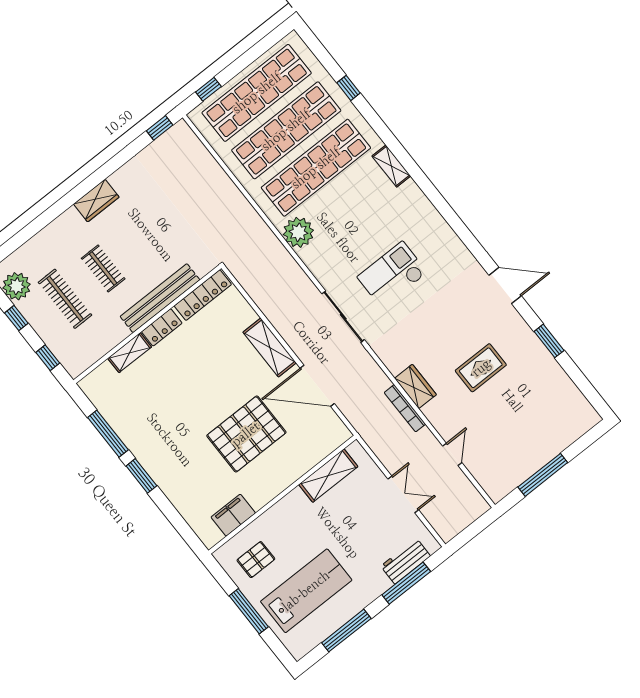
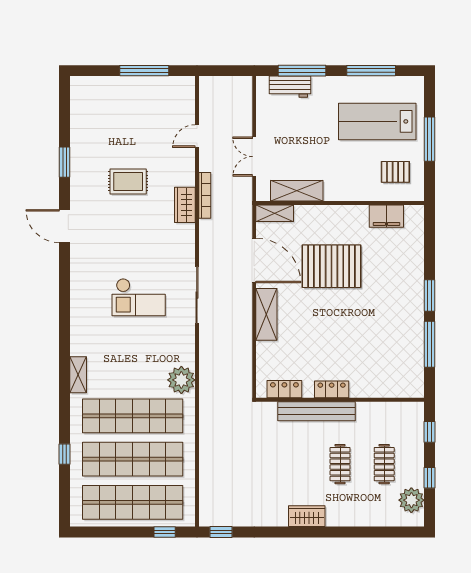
locker: (203, 295) -> (284, 389), width x0.66
clothes rail: (65, 299) -> (384, 464), width x0.73
shelving: (130, 353) -> (275, 213), moved
double door: (403, 494) -> (254, 157), moved

